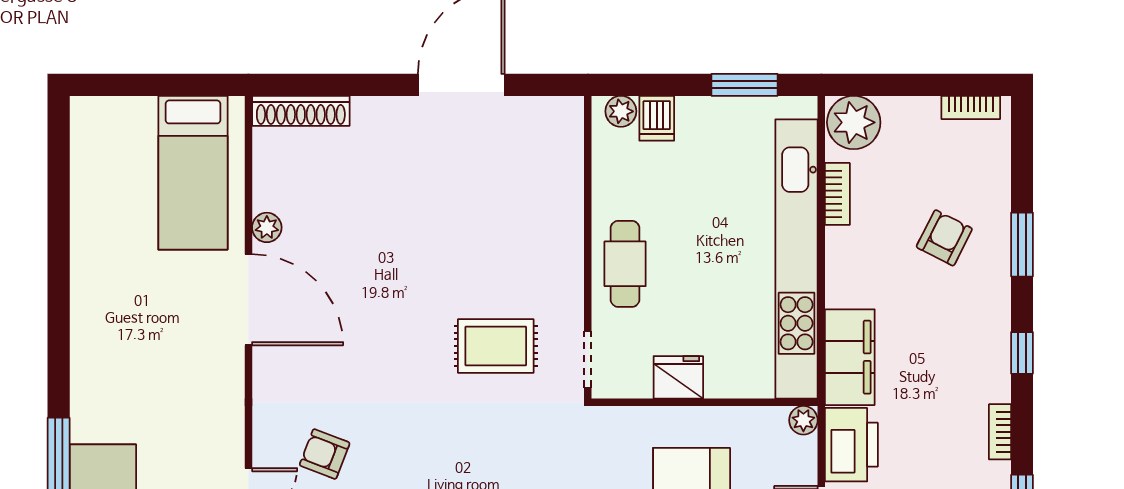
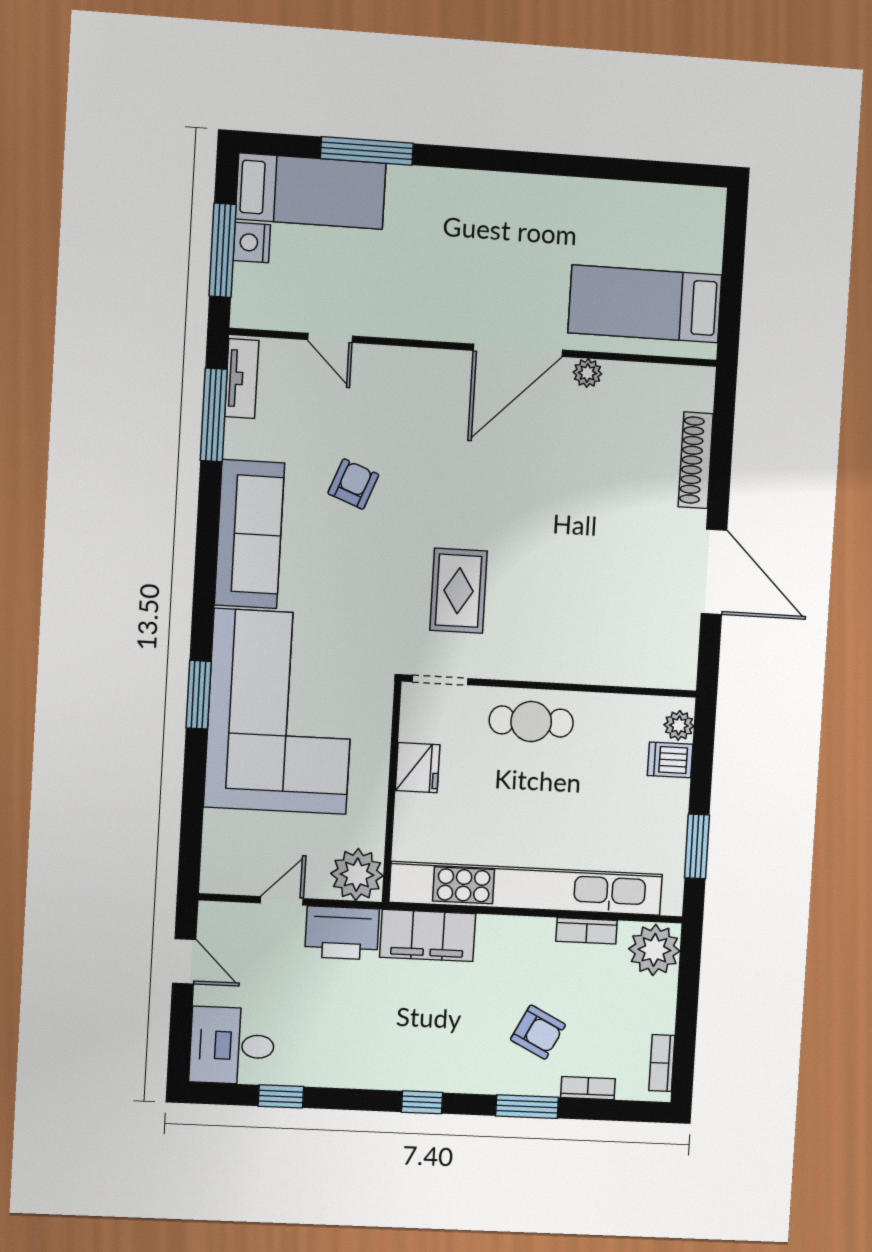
shoe rack: (301, 111) -> (696, 460), moved
plant: (803, 420) -> (357, 875), width x1.88, depth x1.88
bookcase: (1000, 432) -> (588, 1088), moved
armchair: (325, 454) -> (353, 484), moved

